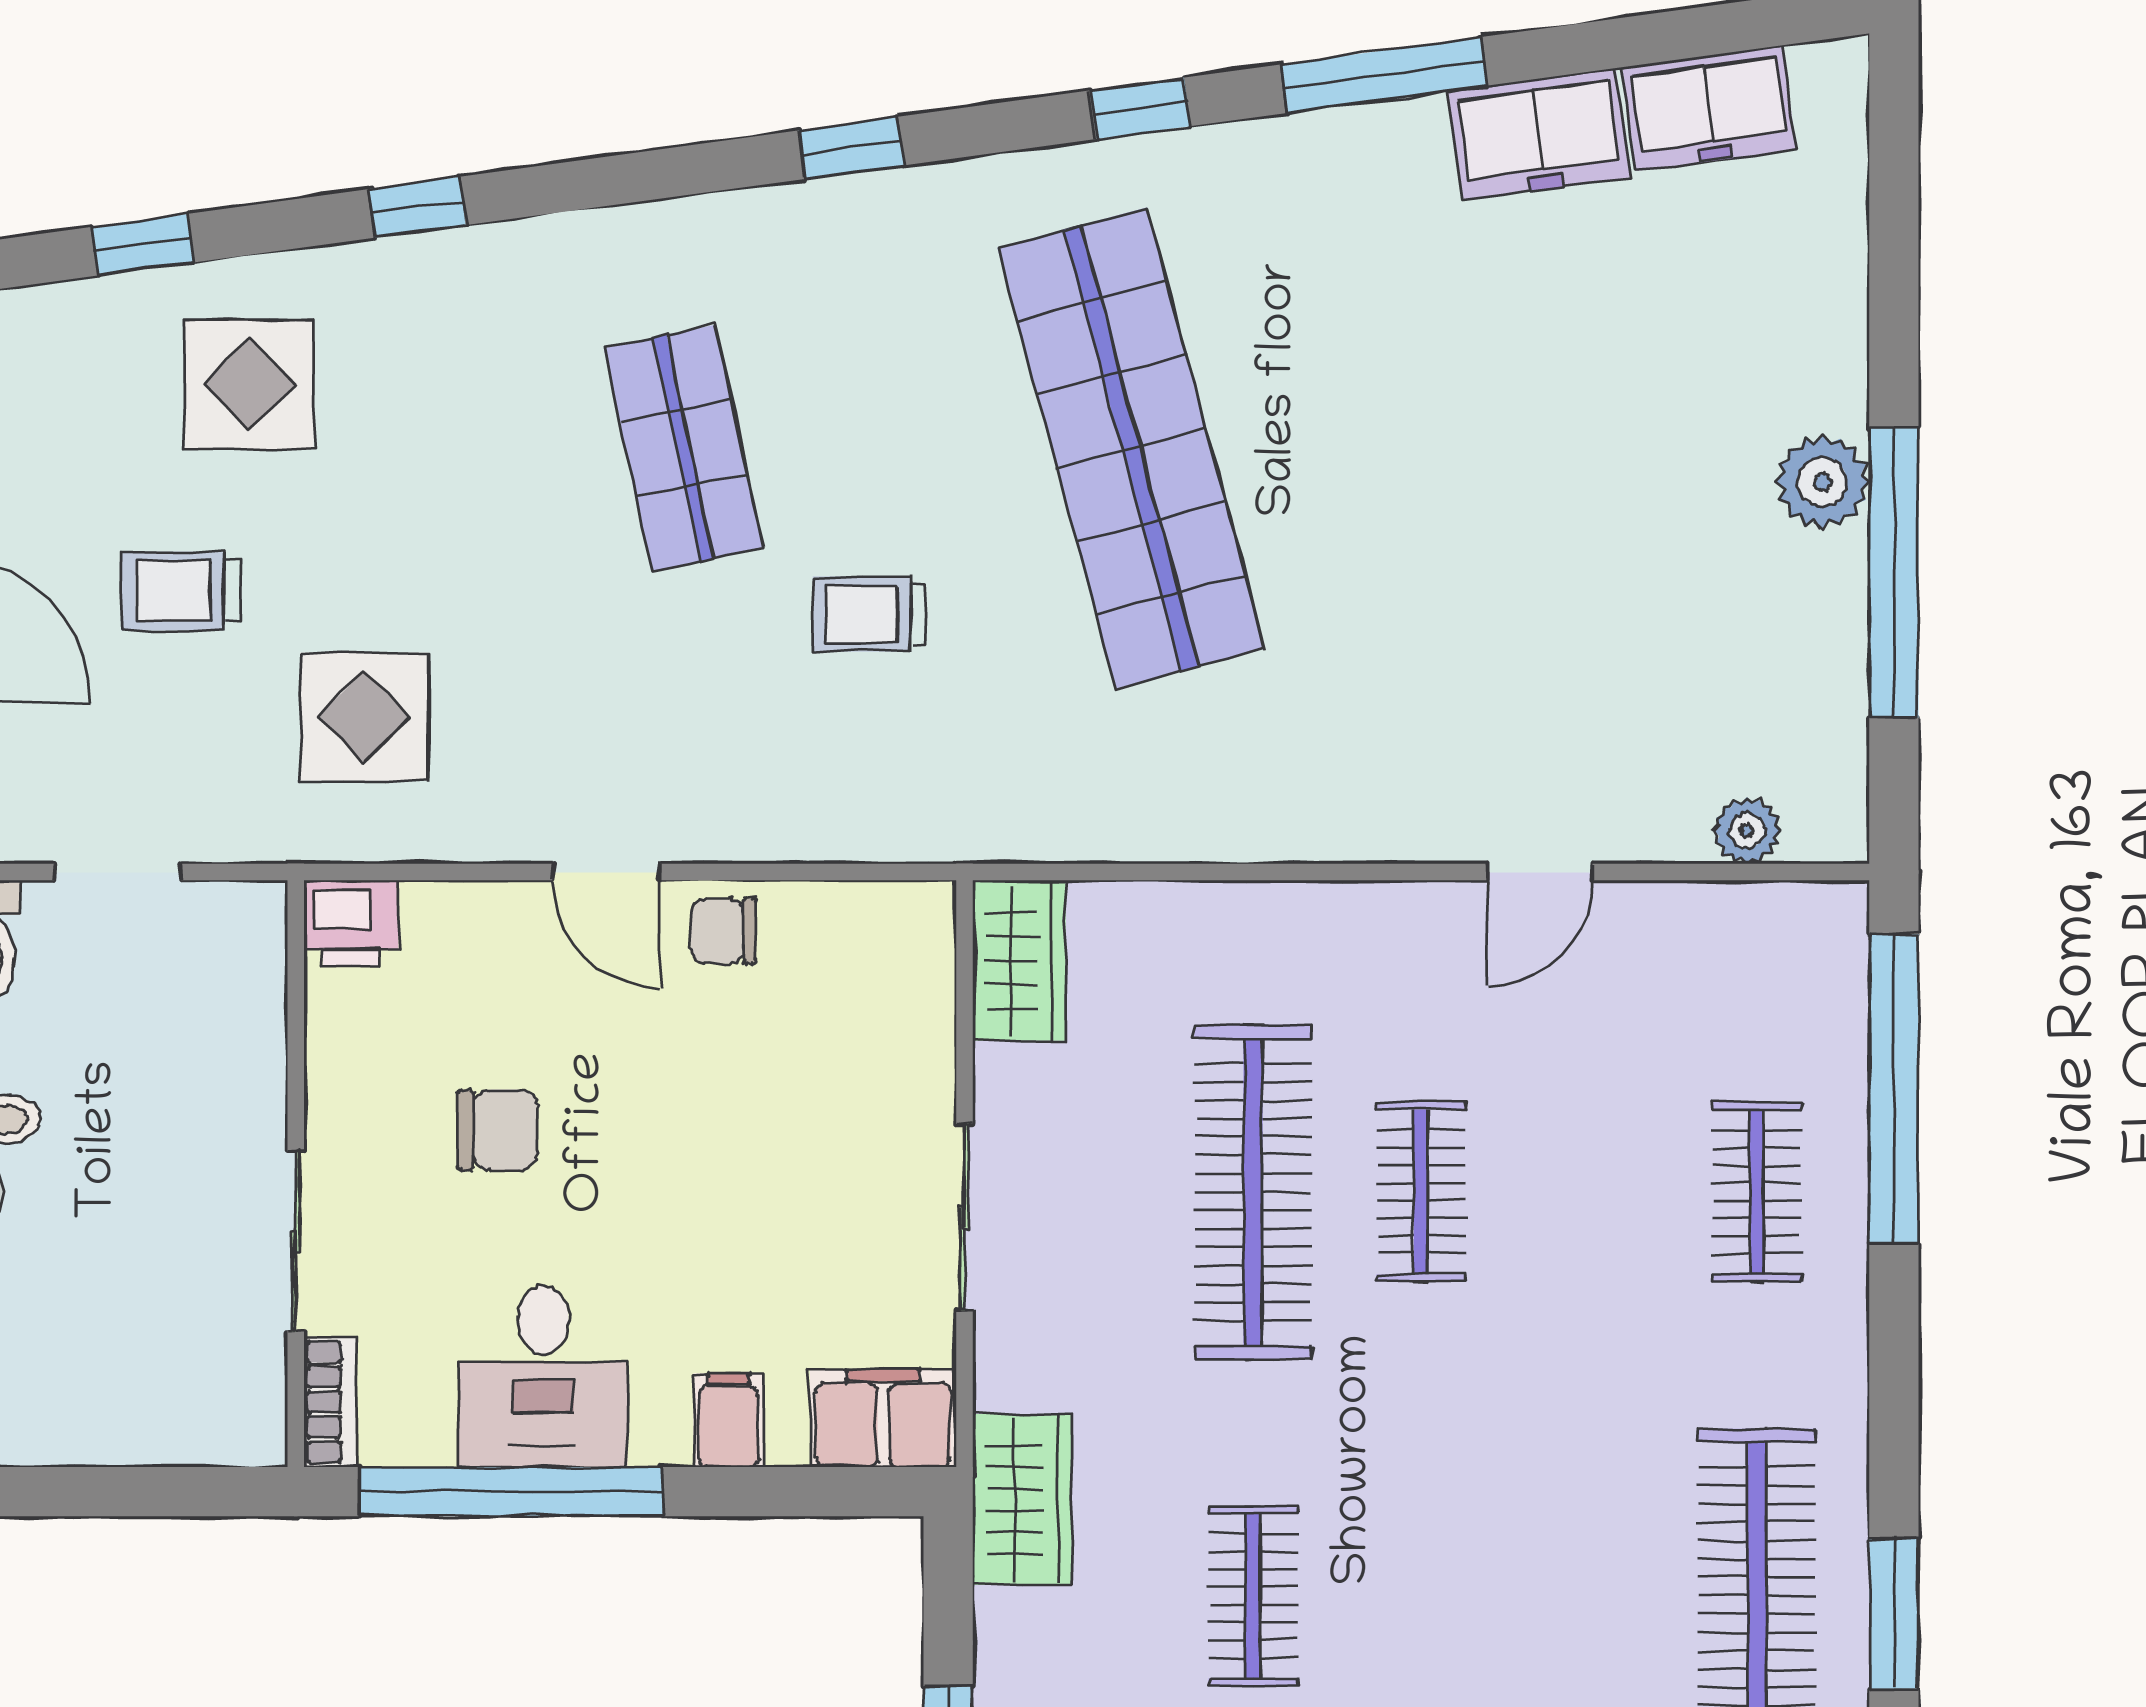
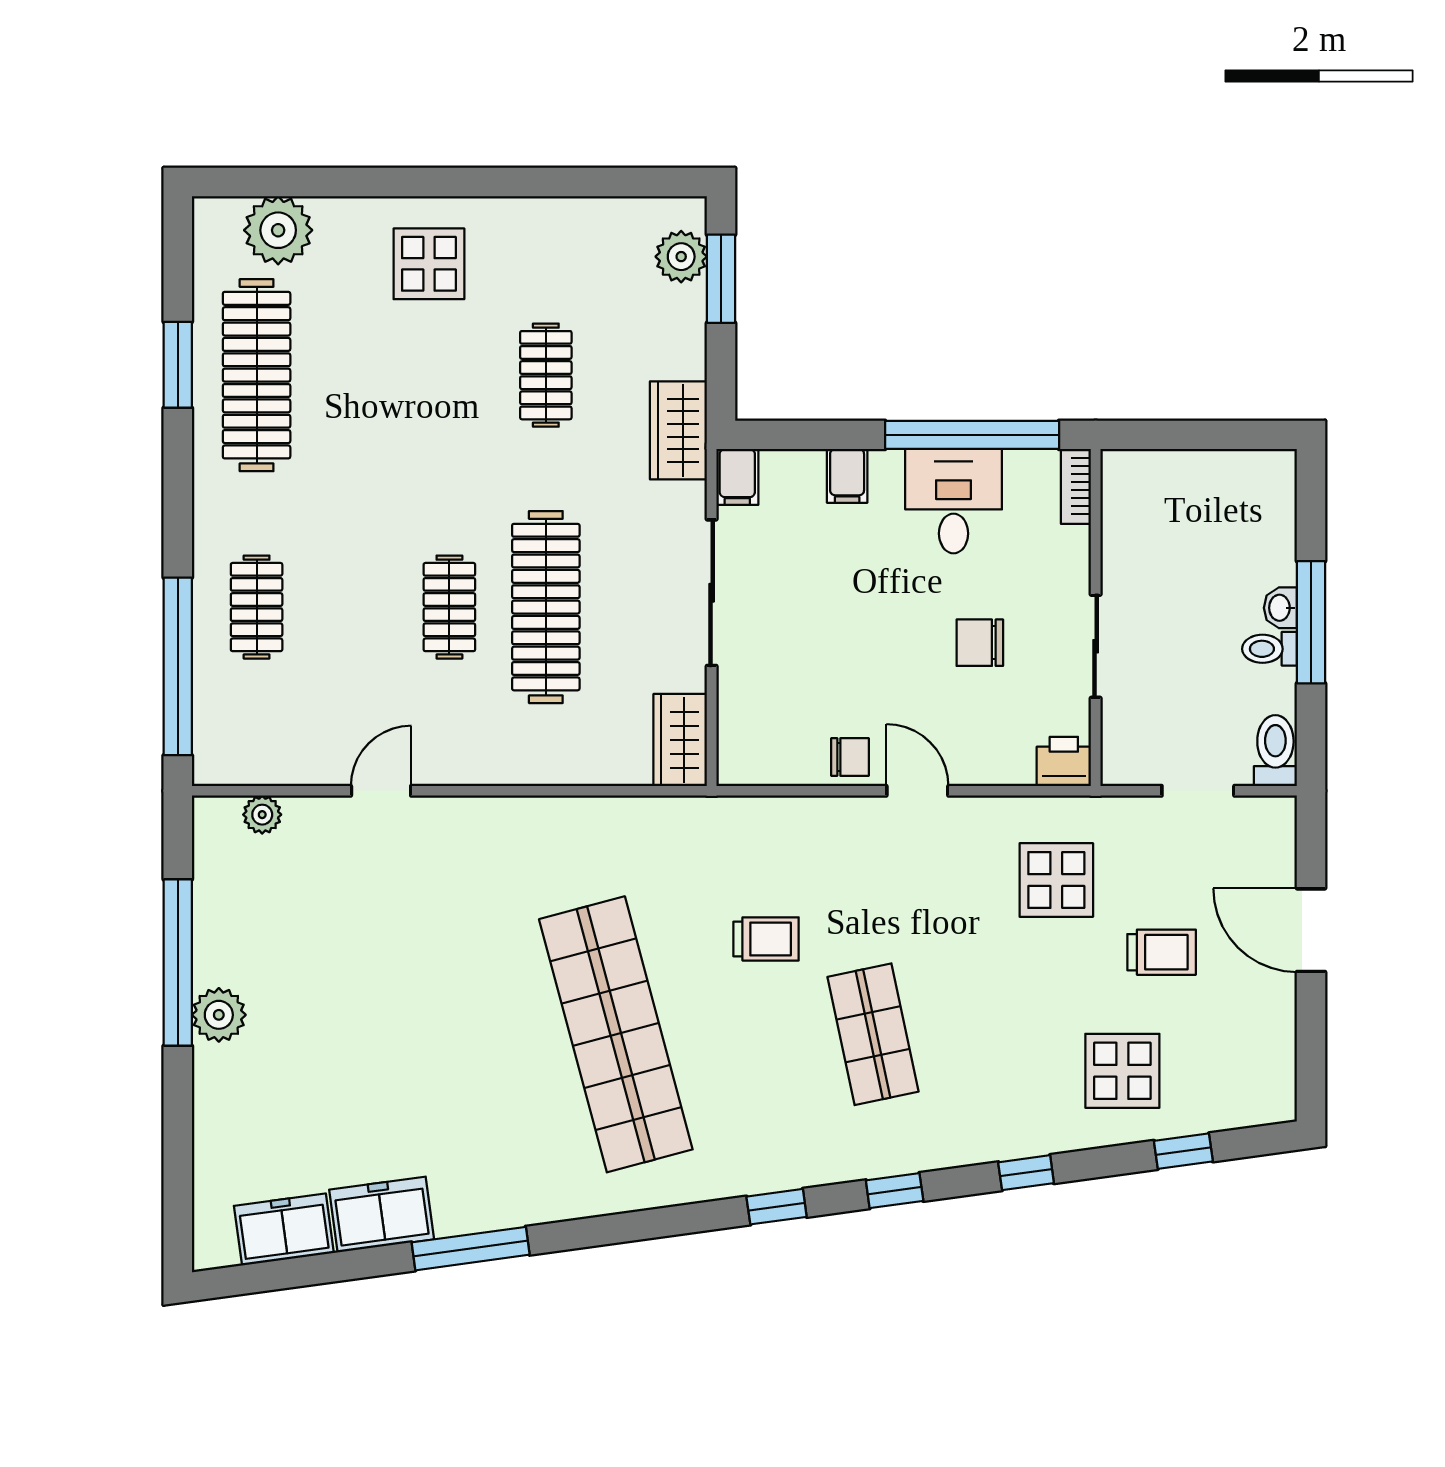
window: (1140, 108) -> (895, 1191), moved
sliding door: (964, 1217) -> (712, 593), width x1.37
sliding door: (296, 1241) -> (1096, 646), moved
filing cabinet: (883, 1418) -> (737, 477), width x0.50

